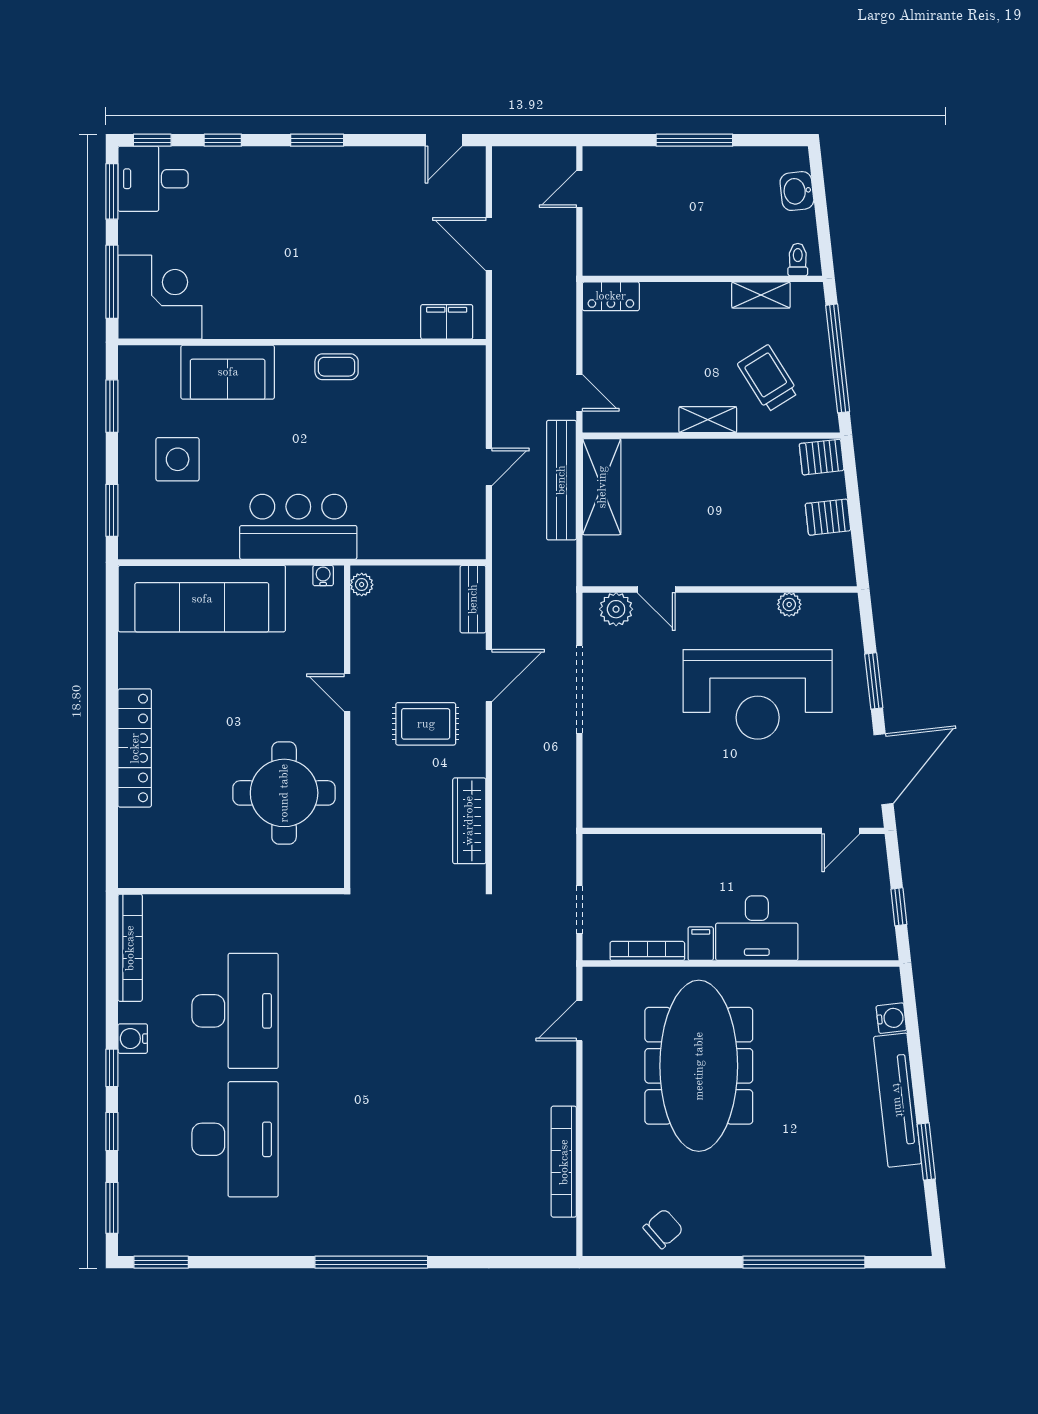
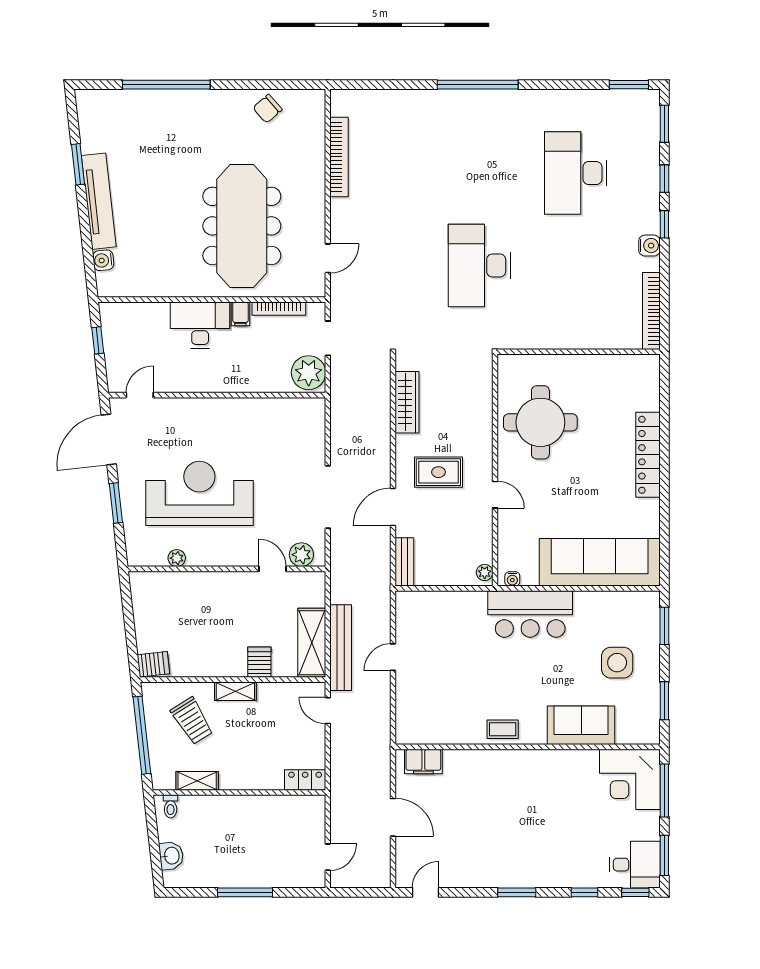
server rack: (828, 517) -> (259, 662), moved, turned -84
plant: (606, 862) -> (309, 373), added
desk: (235, 1011) -> (479, 265), moved

